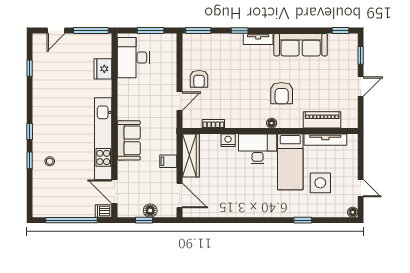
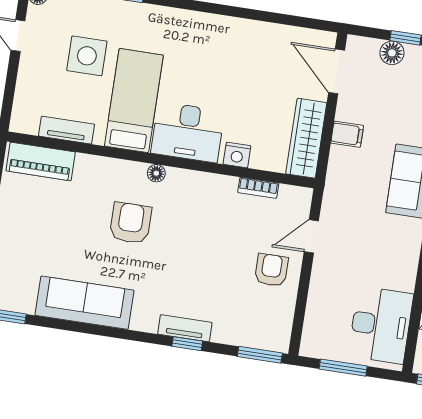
tv unit: (258, 39) -> (185, 328), moved
piano: (322, 120) -> (41, 161), moved
tv unit: (325, 140) -> (67, 130), width x0.71

